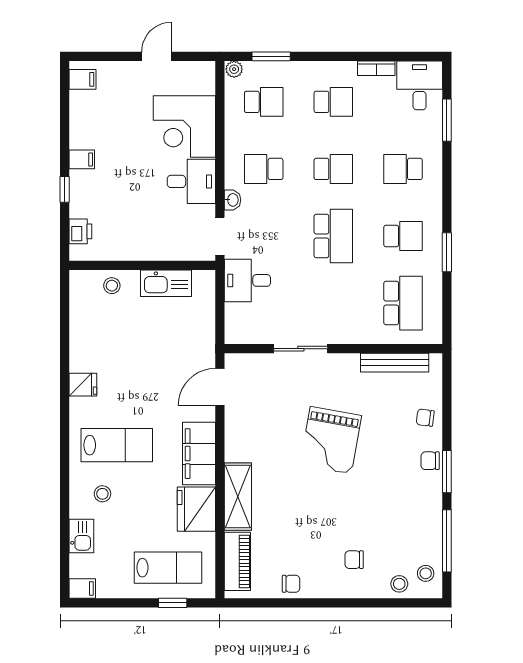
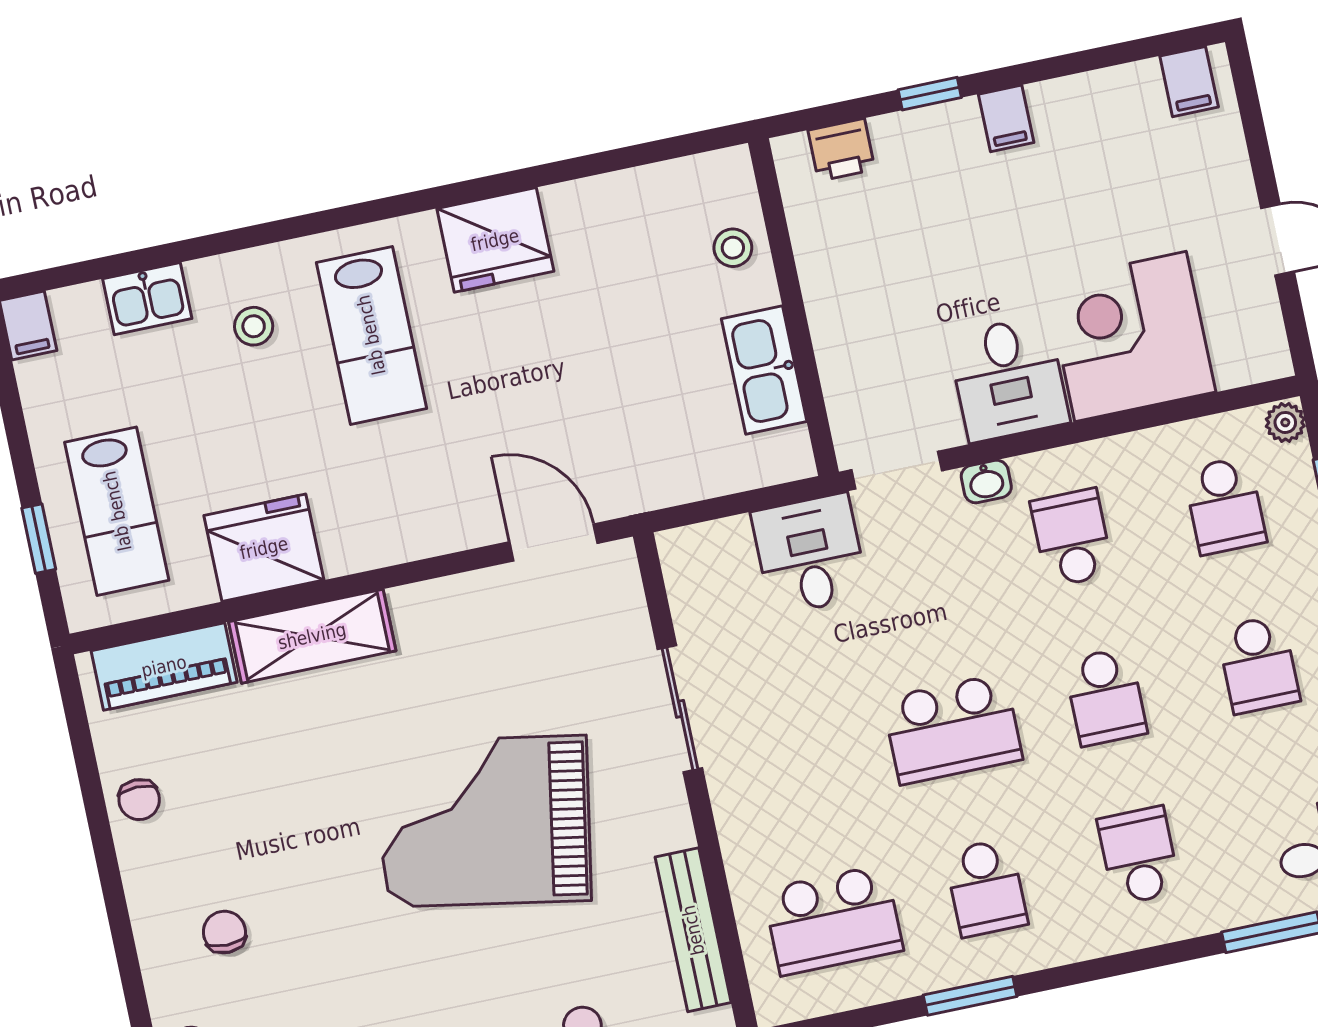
fridge: (83, 385) -> (495, 240), width x1.88, depth x1.34
grand piano: (331, 440) -> (485, 821), width x1.37, depth x1.48
filing cabinet: (199, 454) -> (392, 527), removed

